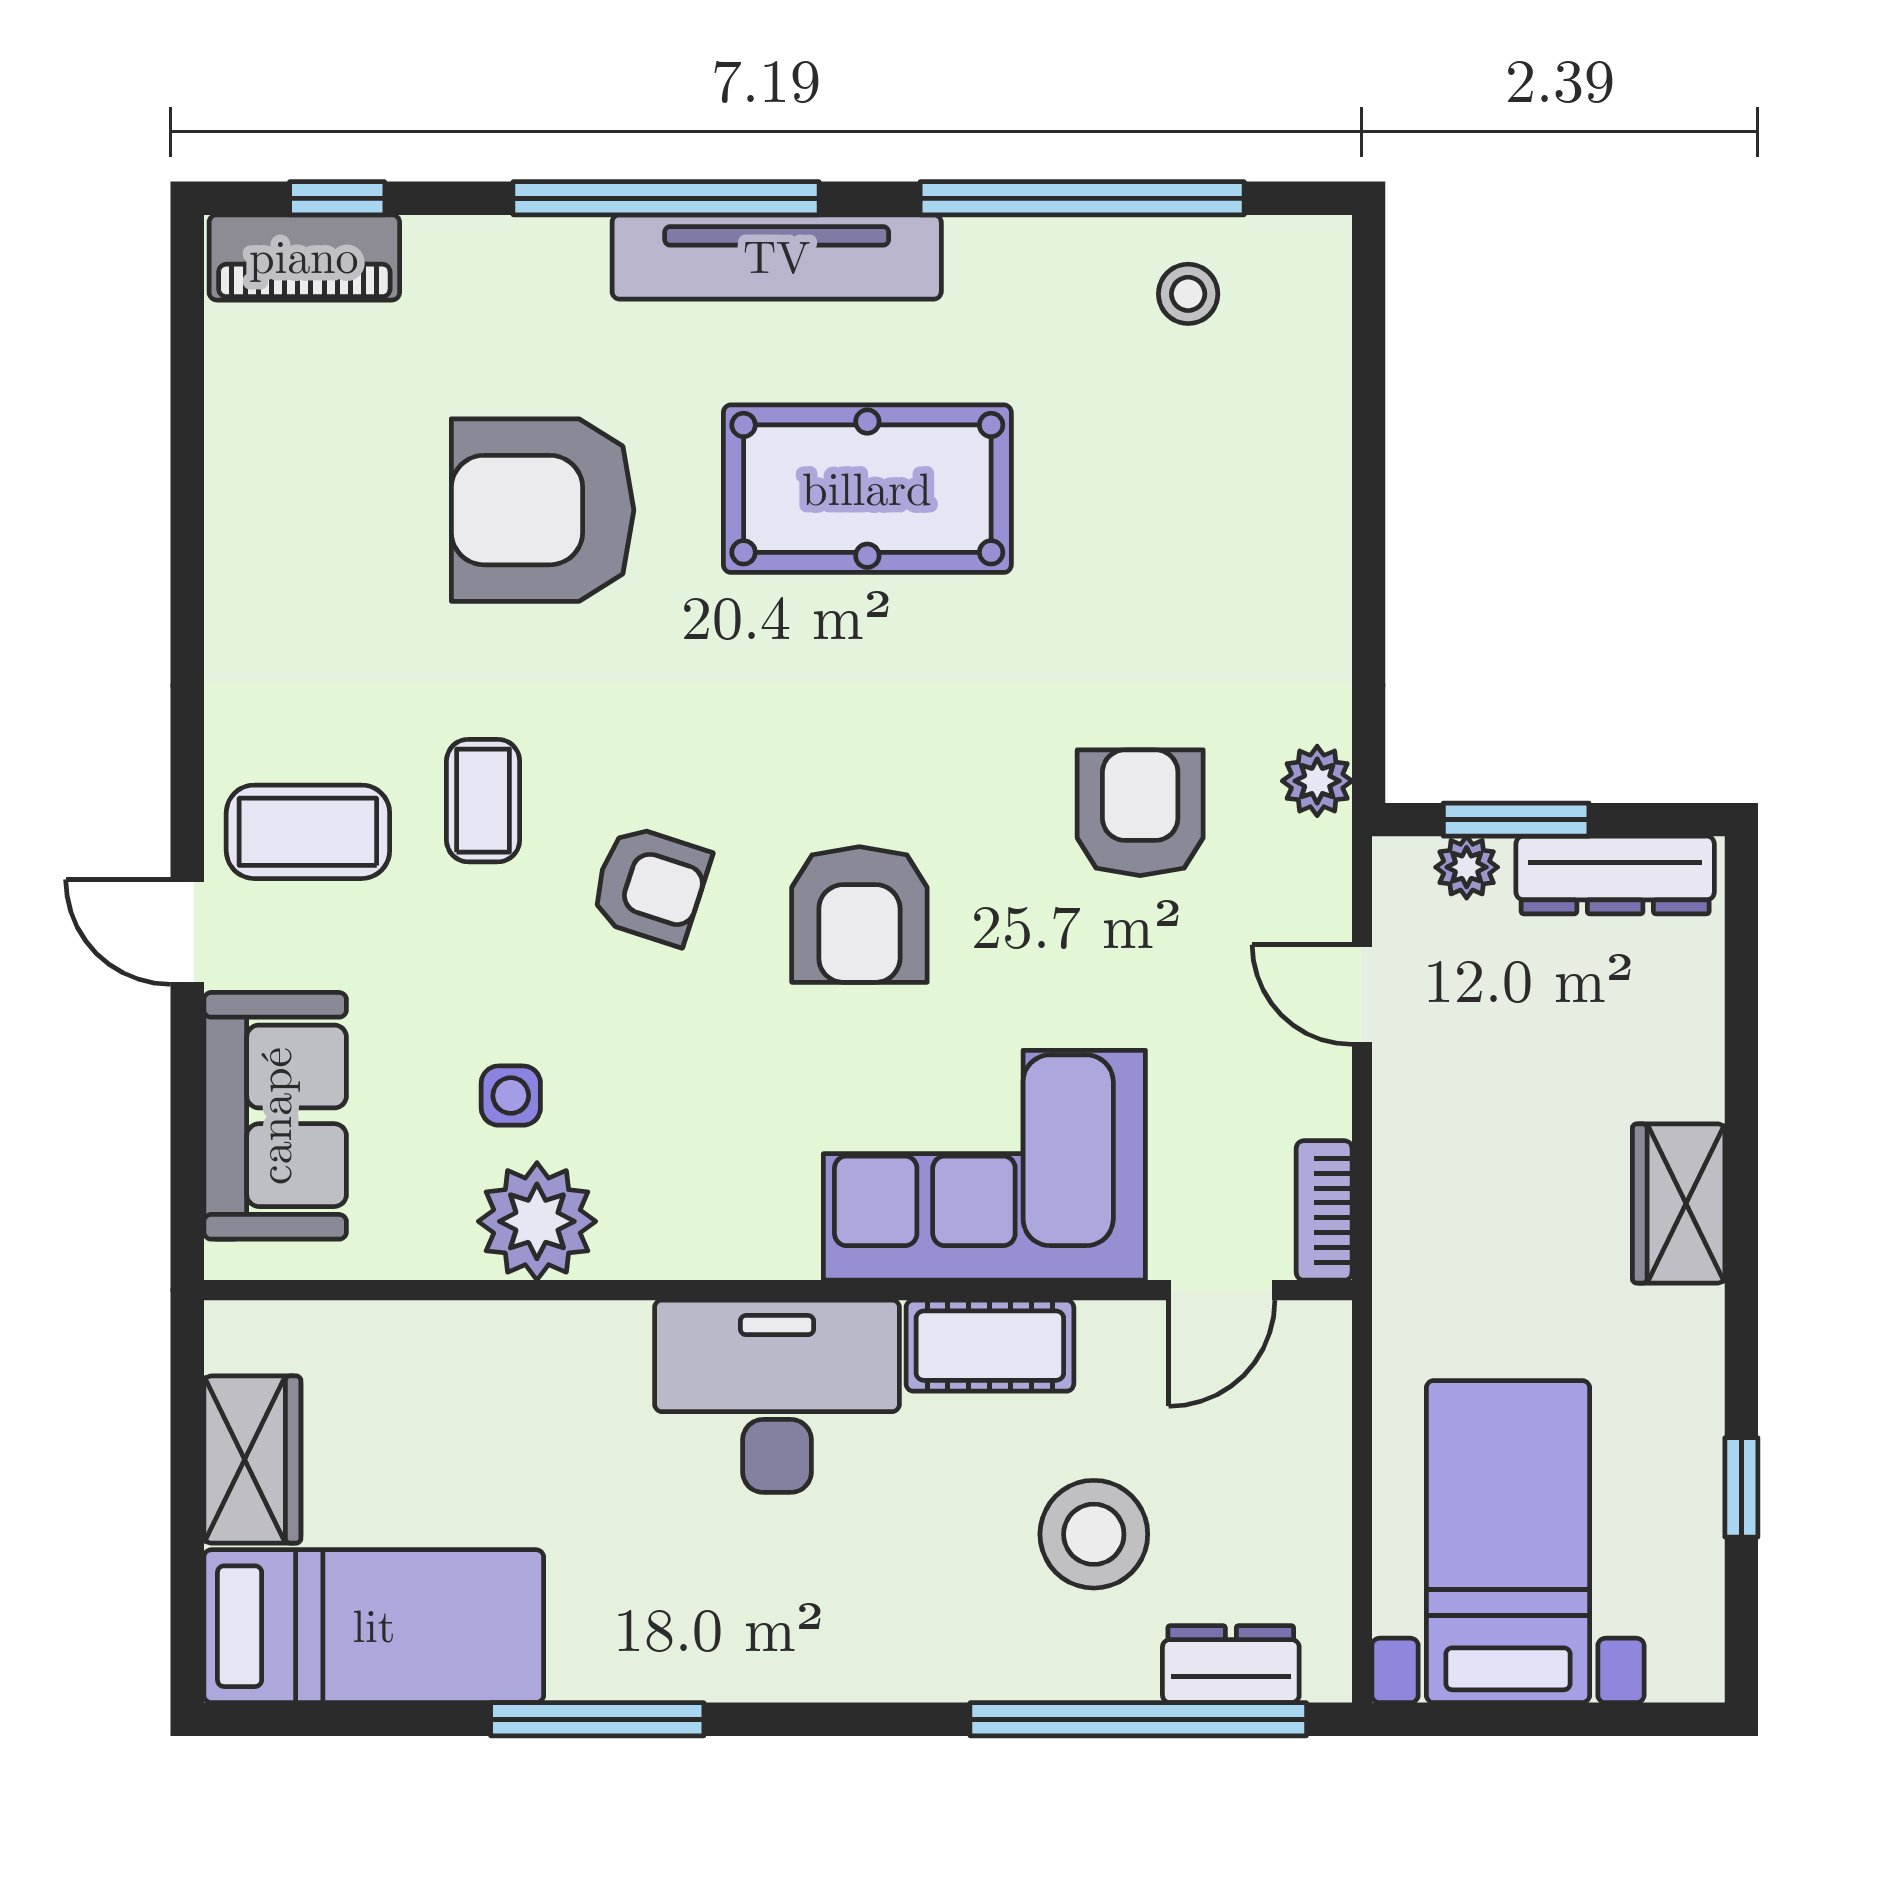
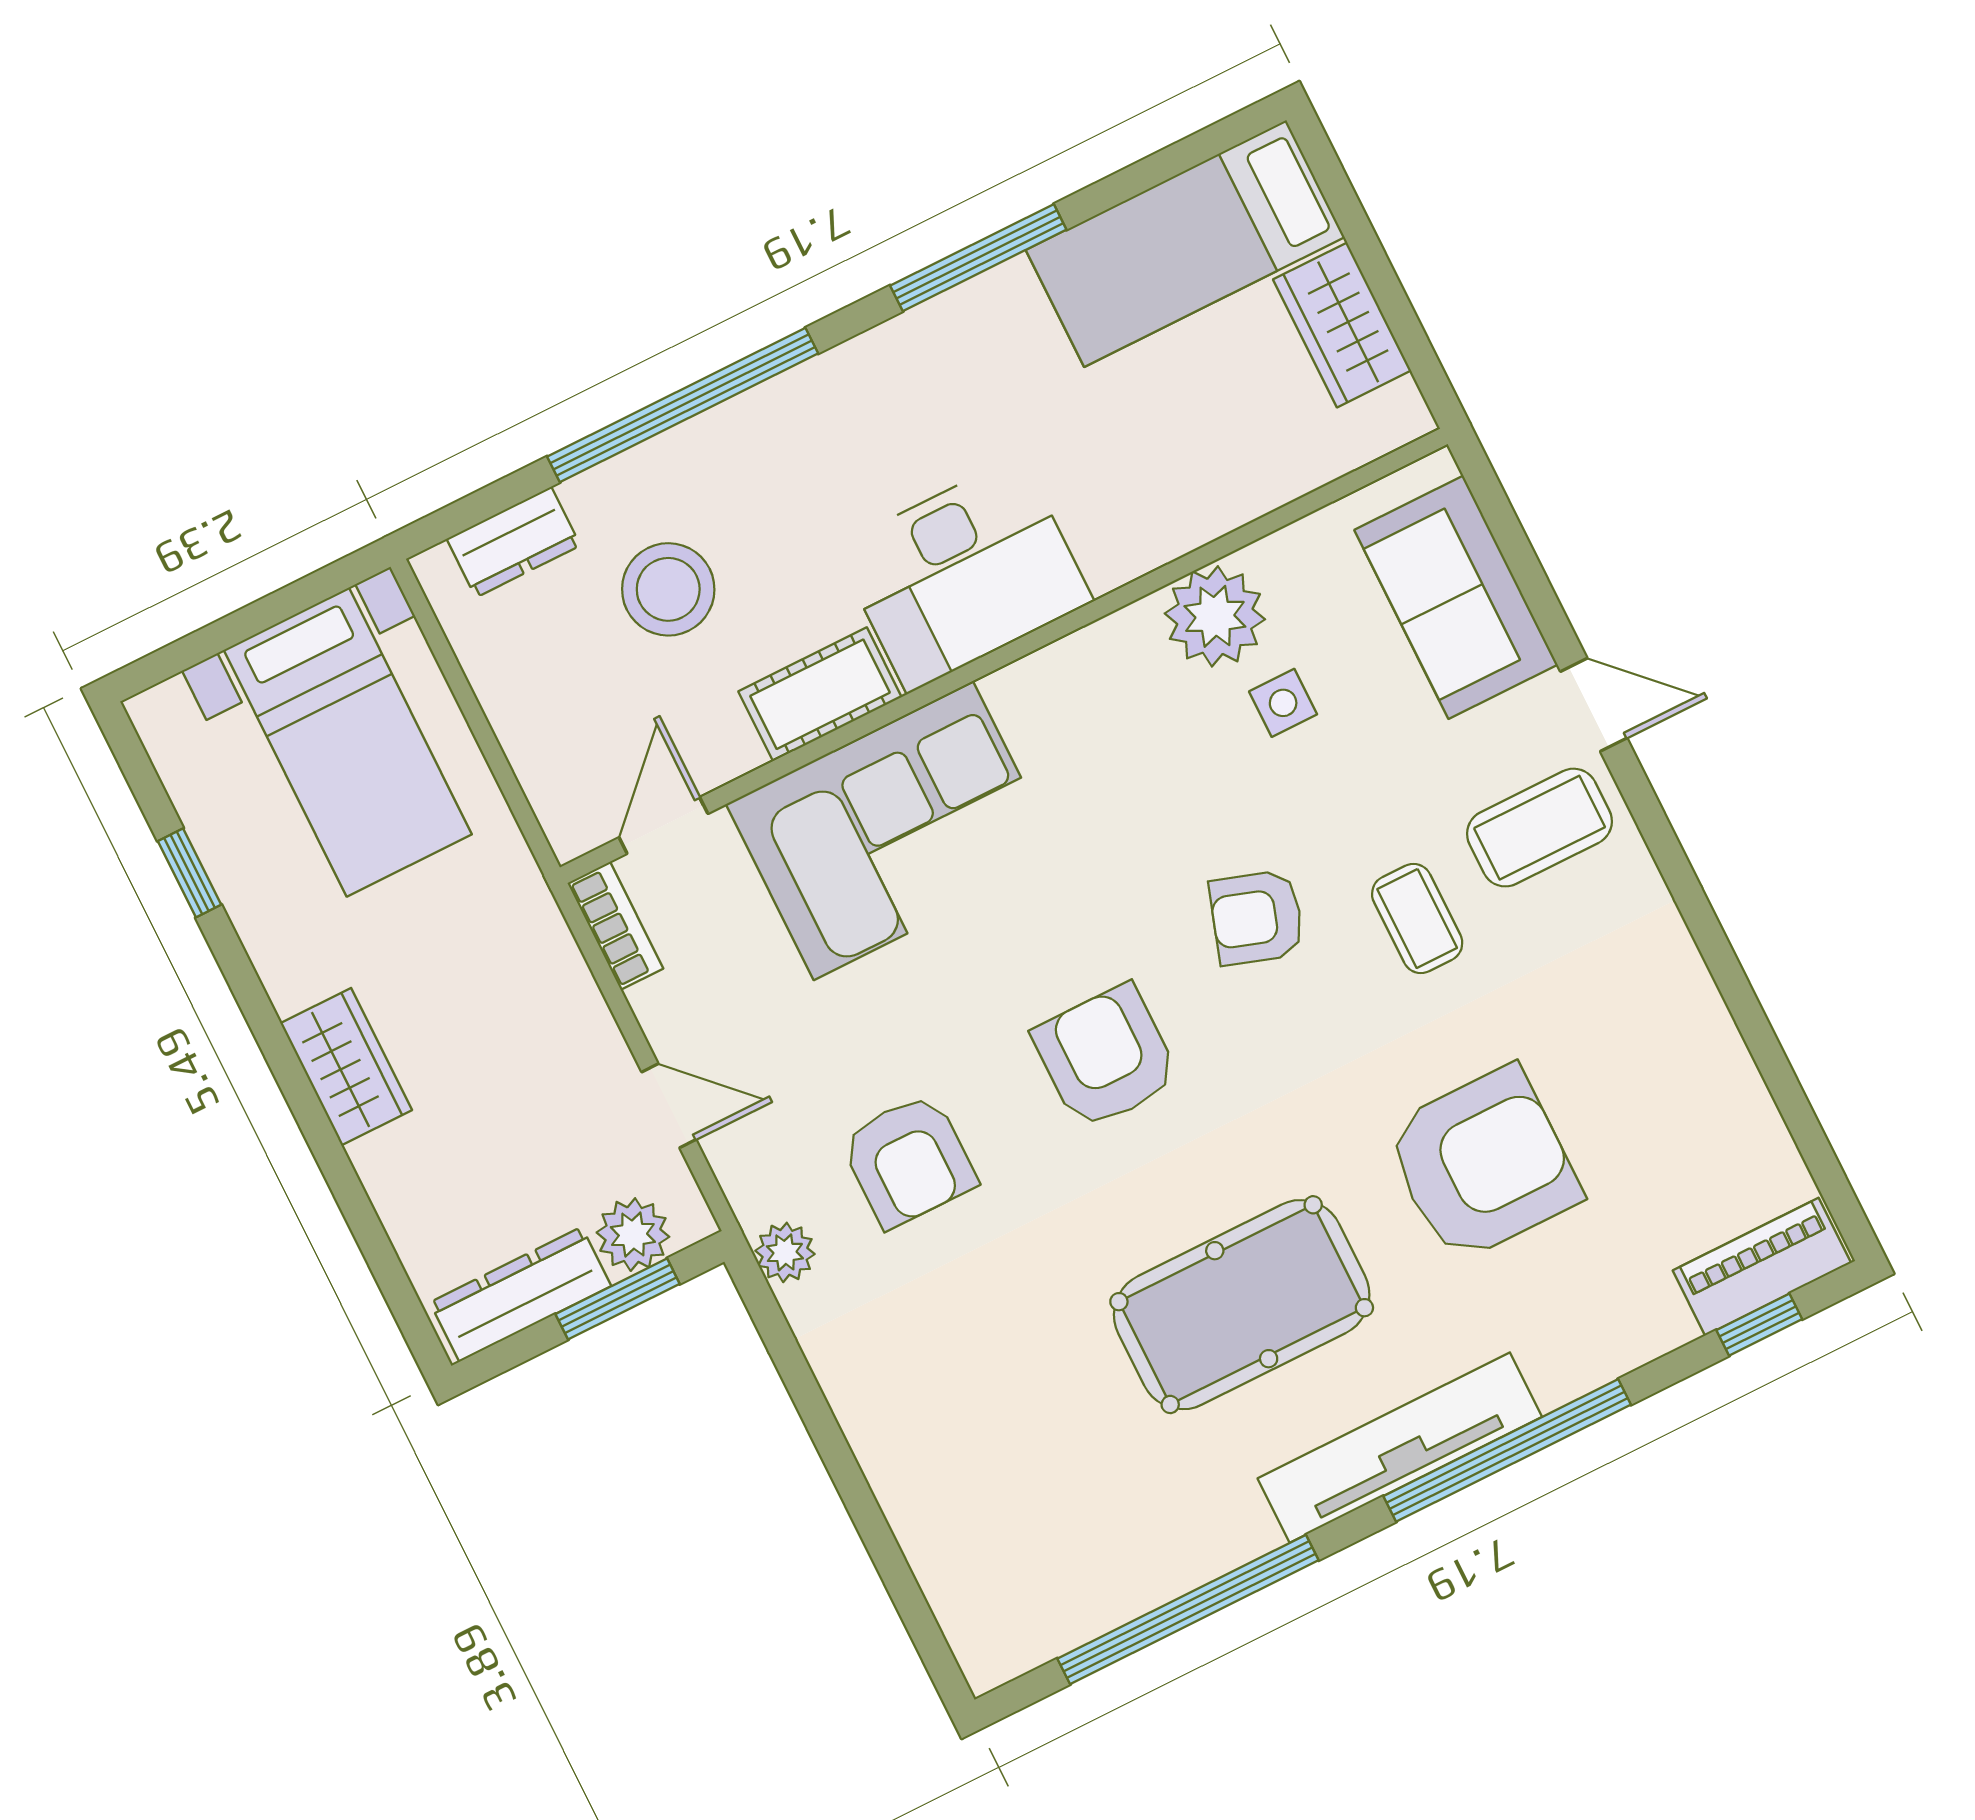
stool: (1188, 294) -> (1070, 1577), removed
plant: (1467, 867) -> (633, 1235), width x1.38, depth x1.38
armchair: (859, 915) -> (1106, 1057), moved
window: (1138, 1719) -> (683, 405), moved

